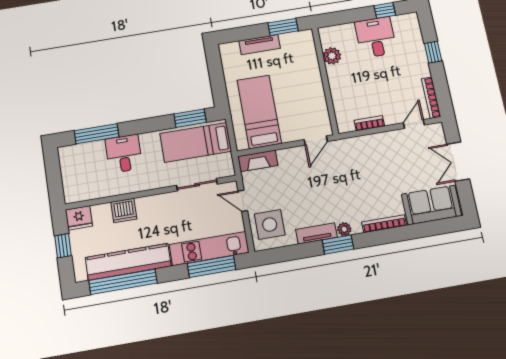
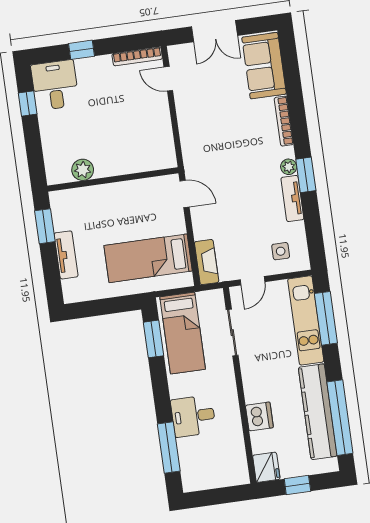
desk: (376, 37) -> (55, 85), moved, turned 90
bookcase: (369, 123) -> (166, 131), removed
side table: (270, 225) -> (281, 251), width x0.54, depth x0.54

